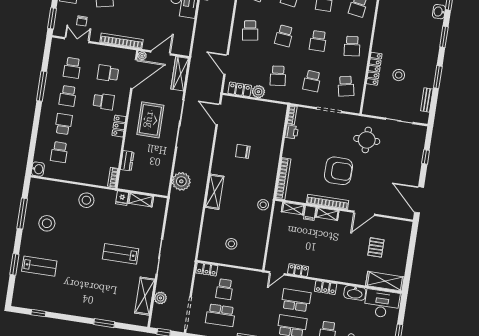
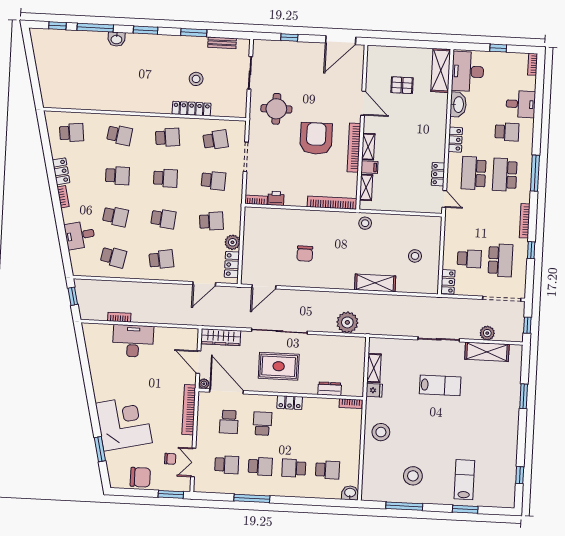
shelving: (215, 192) -> (375, 283), moved
lab bench: (121, 254) -> (440, 385), turned -90

